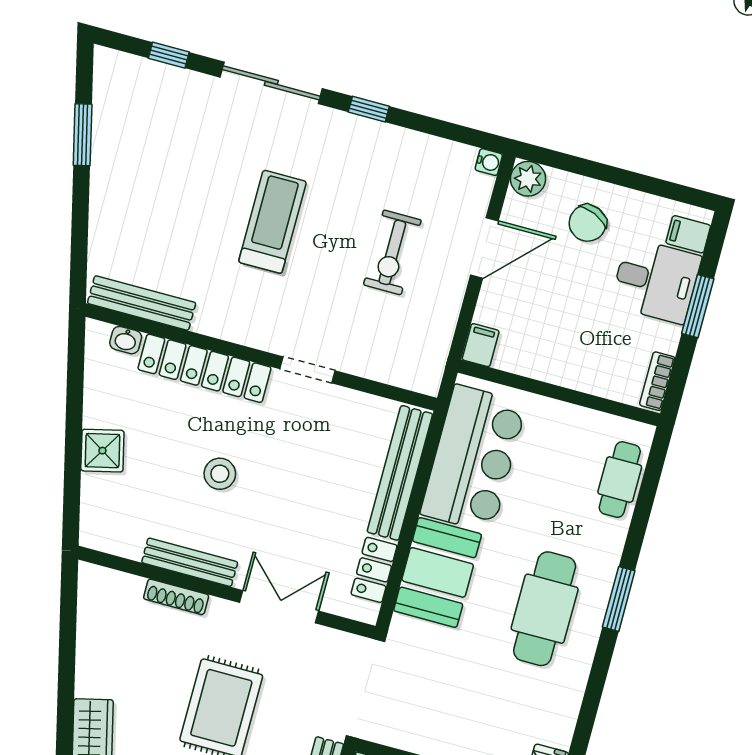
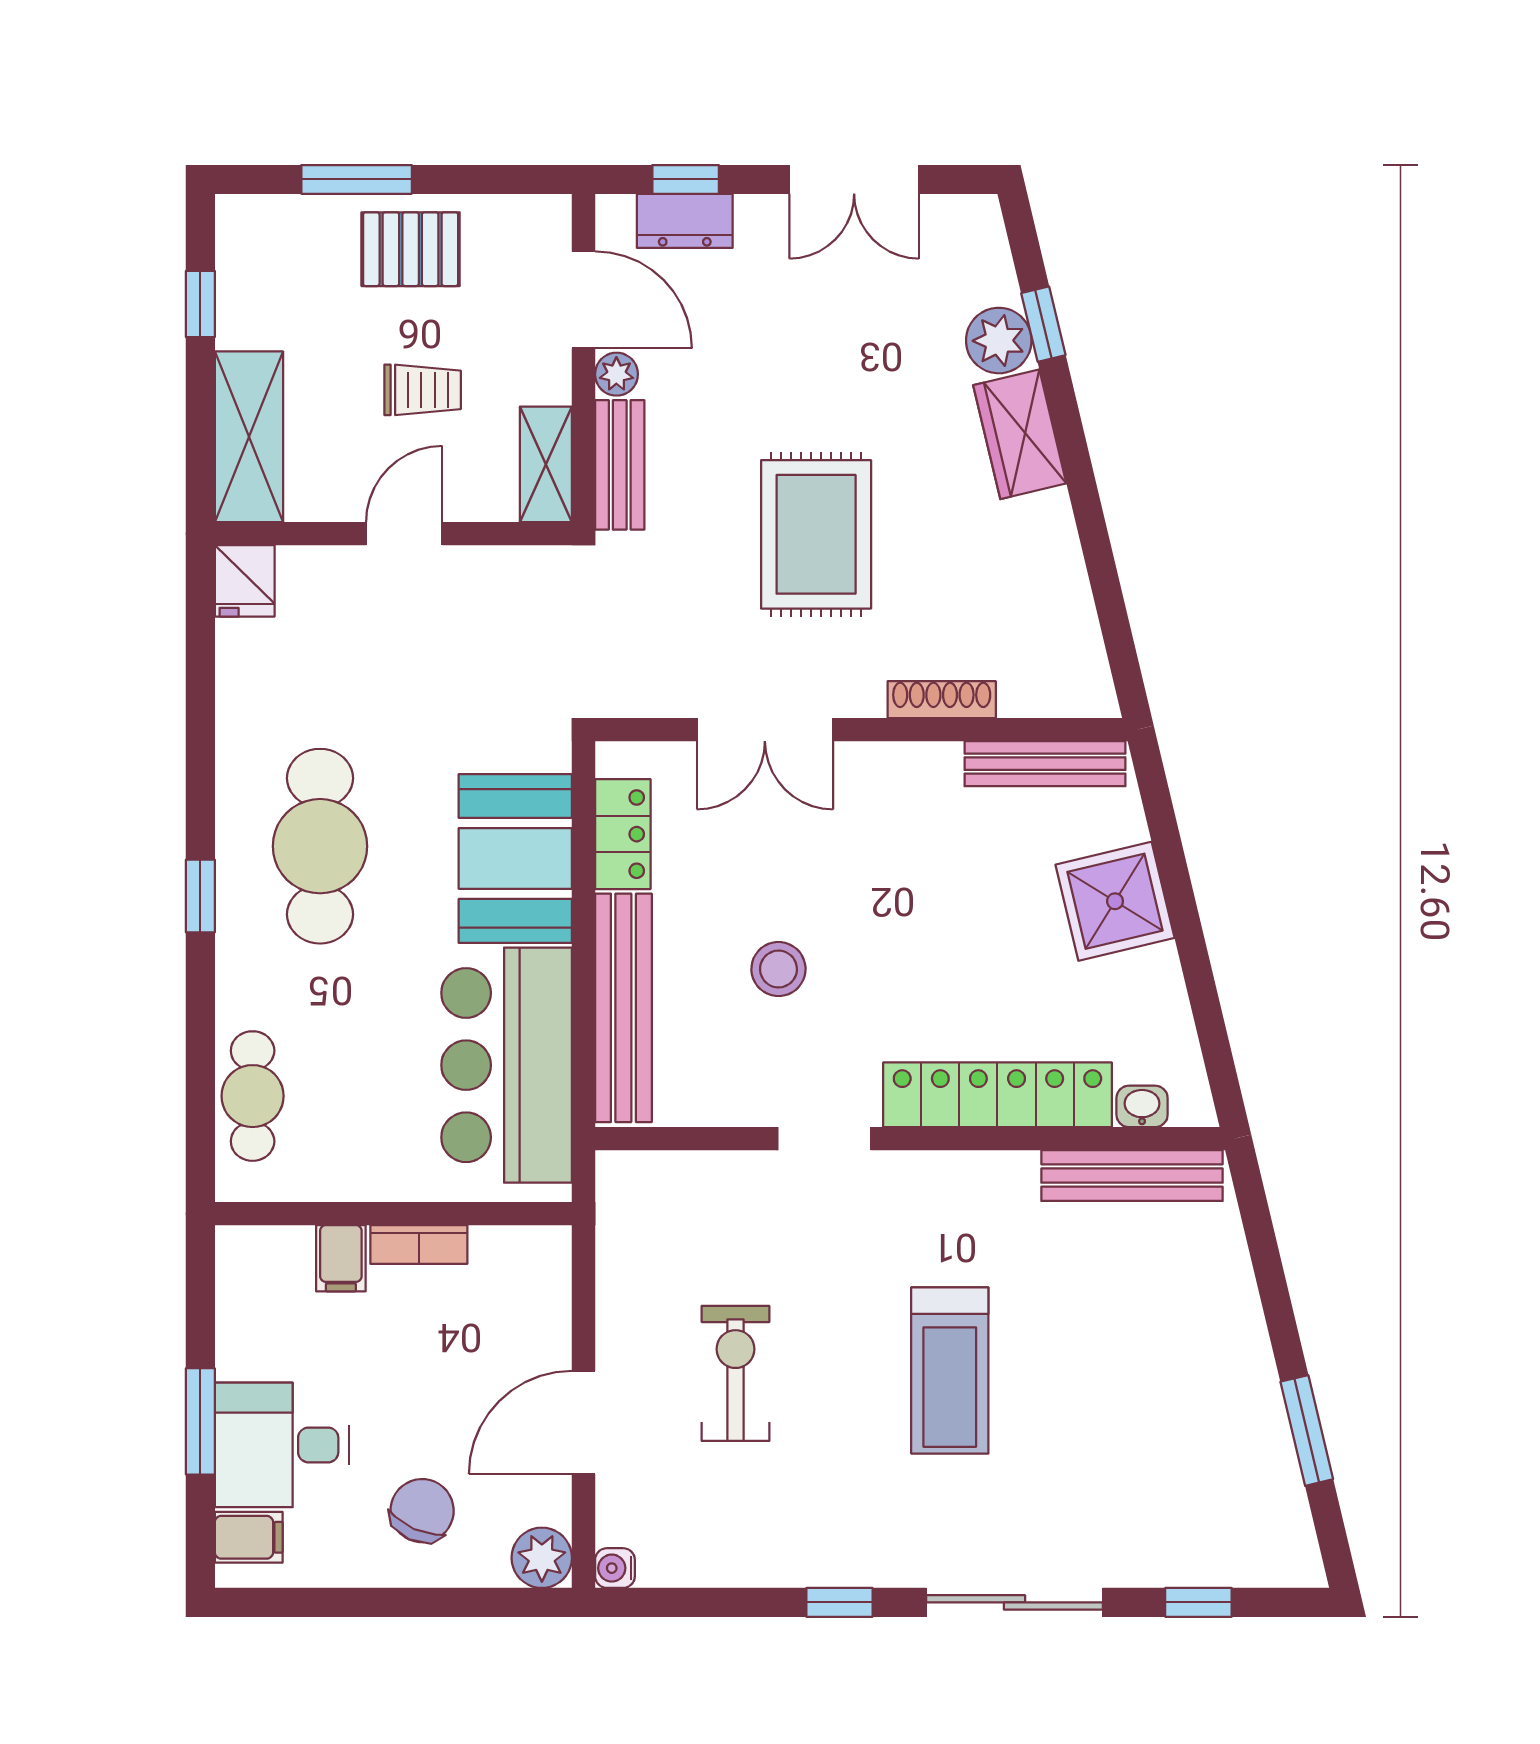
filing cabinet: (481, 345) -> (341, 1258), moved
bookcase: (657, 381) -> (419, 1244), moved, turned 90
shower: (102, 451) -> (1115, 901), width x1.36, depth x1.36
stool: (220, 474) -> (778, 969), moved
bench: (190, 562) -> (1045, 764), moved
window: (619, 599) -> (200, 896), width x0.67

